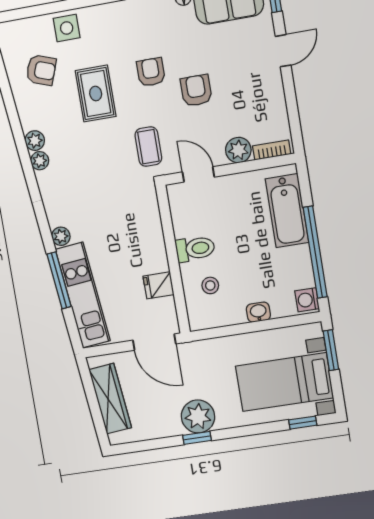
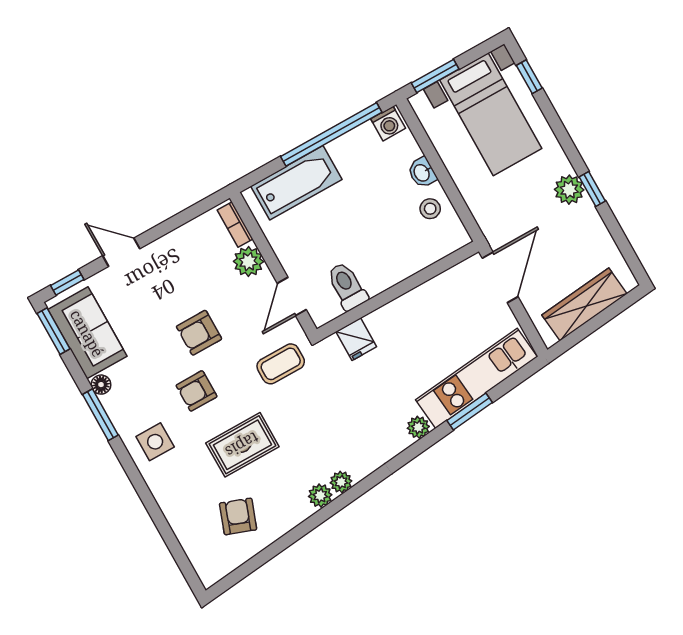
side table: (67, 28) -> (155, 442), moved
toilet: (195, 249) -> (347, 286), moved
window: (59, 280) -> (470, 412), width x0.69
fridge: (159, 285) -> (356, 339), moved
stool: (210, 285) -> (430, 209), moved
plant: (198, 416) -> (569, 190), width x0.73, depth x0.73

